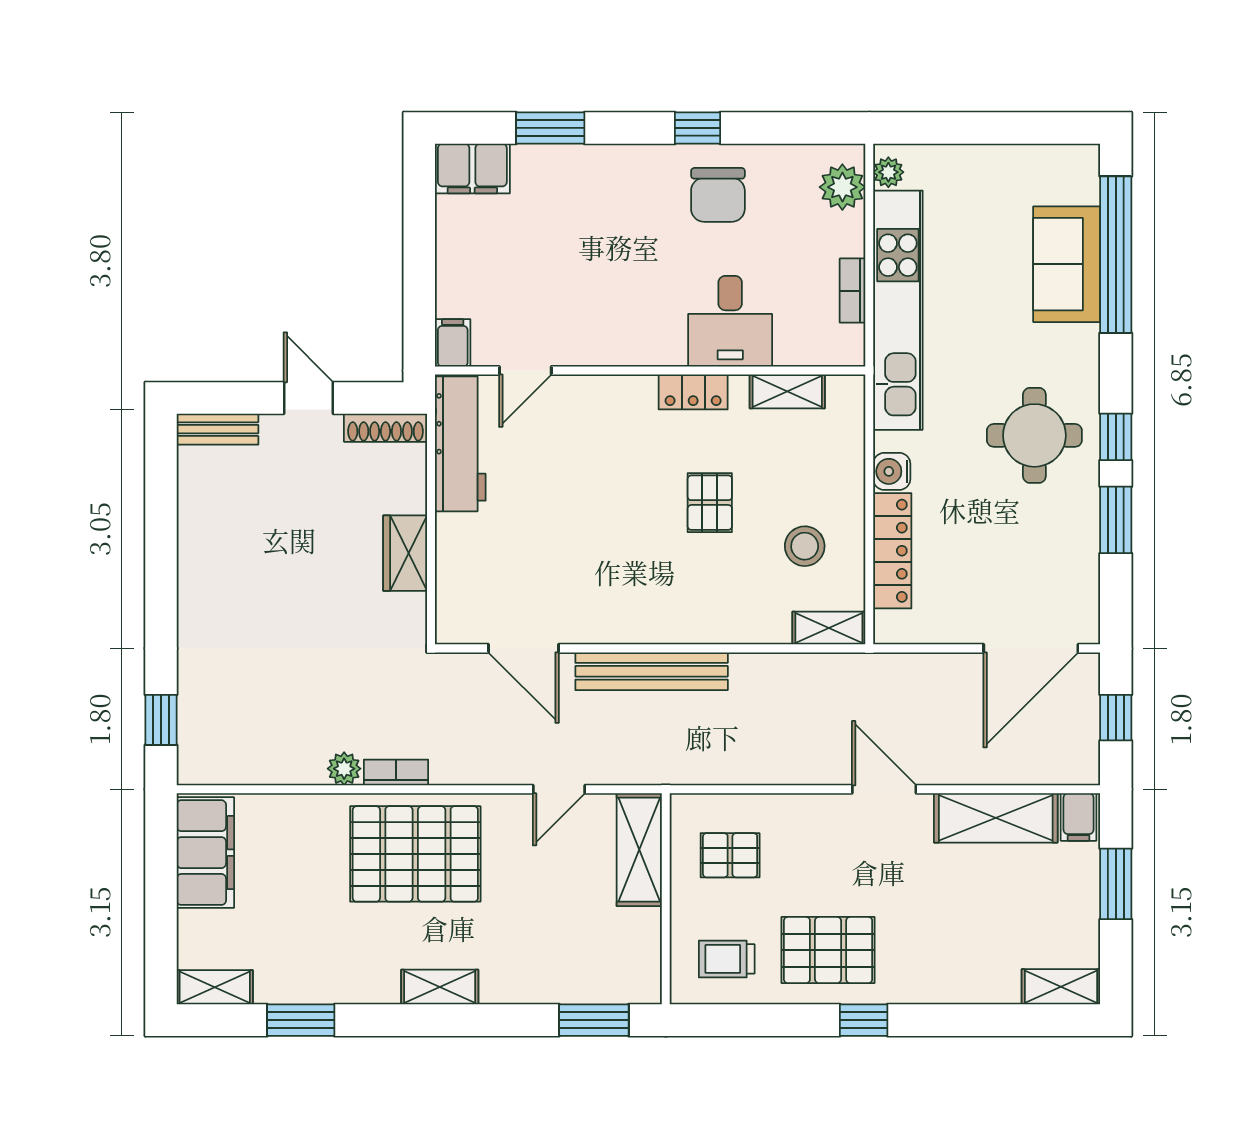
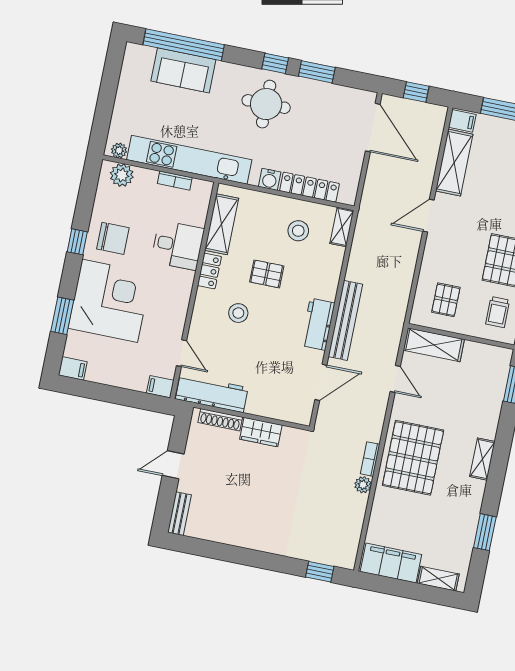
filing cabinet: (472, 169) -> (73, 368), width x0.50
corner desk: (597, 213) -> (110, 301), added
shelving: (787, 391) -> (222, 224), width x1.50, depth x1.33
shoe rack: (386, 428) -> (220, 420), moved, turned 90
stool: (624, 464) -> (238, 313), added
workbench: (633, 620) -> (318, 324), added
shelving: (215, 987) -> (438, 579), moved, turned 90

